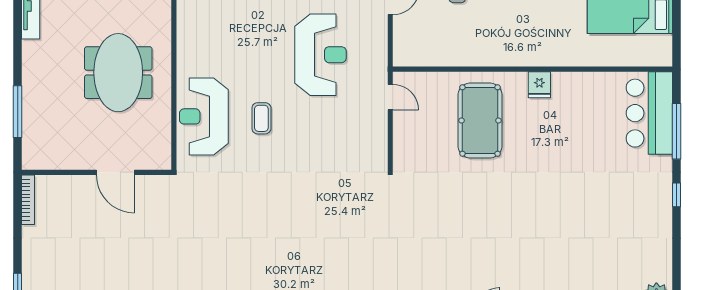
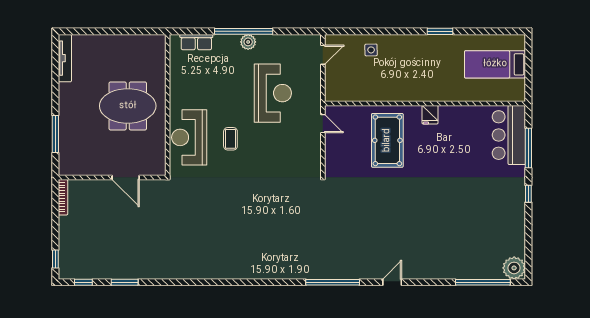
meeting table: (118, 73) -> (128, 106), turned 90

